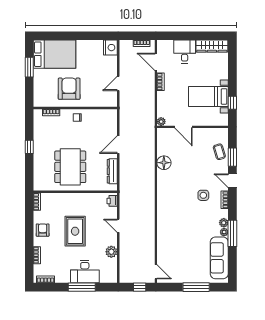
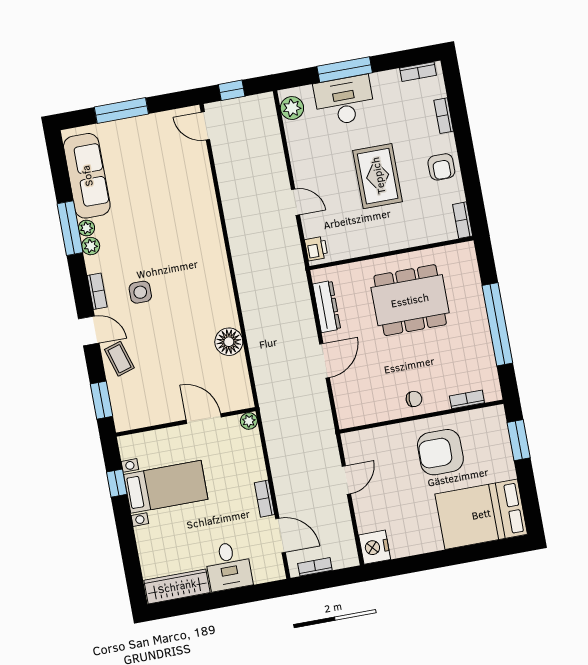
window: (29, 67) -> (519, 440), moved
armchair: (69, 89) -> (440, 452), turned 90
window: (29, 147) -> (497, 324), width x3.17
coffee table: (219, 152) -> (119, 359), moved
window: (232, 157) -> (102, 400), moved
dining table: (70, 167) -> (410, 300), turned 90
plant: (111, 252) -> (292, 108), moved

